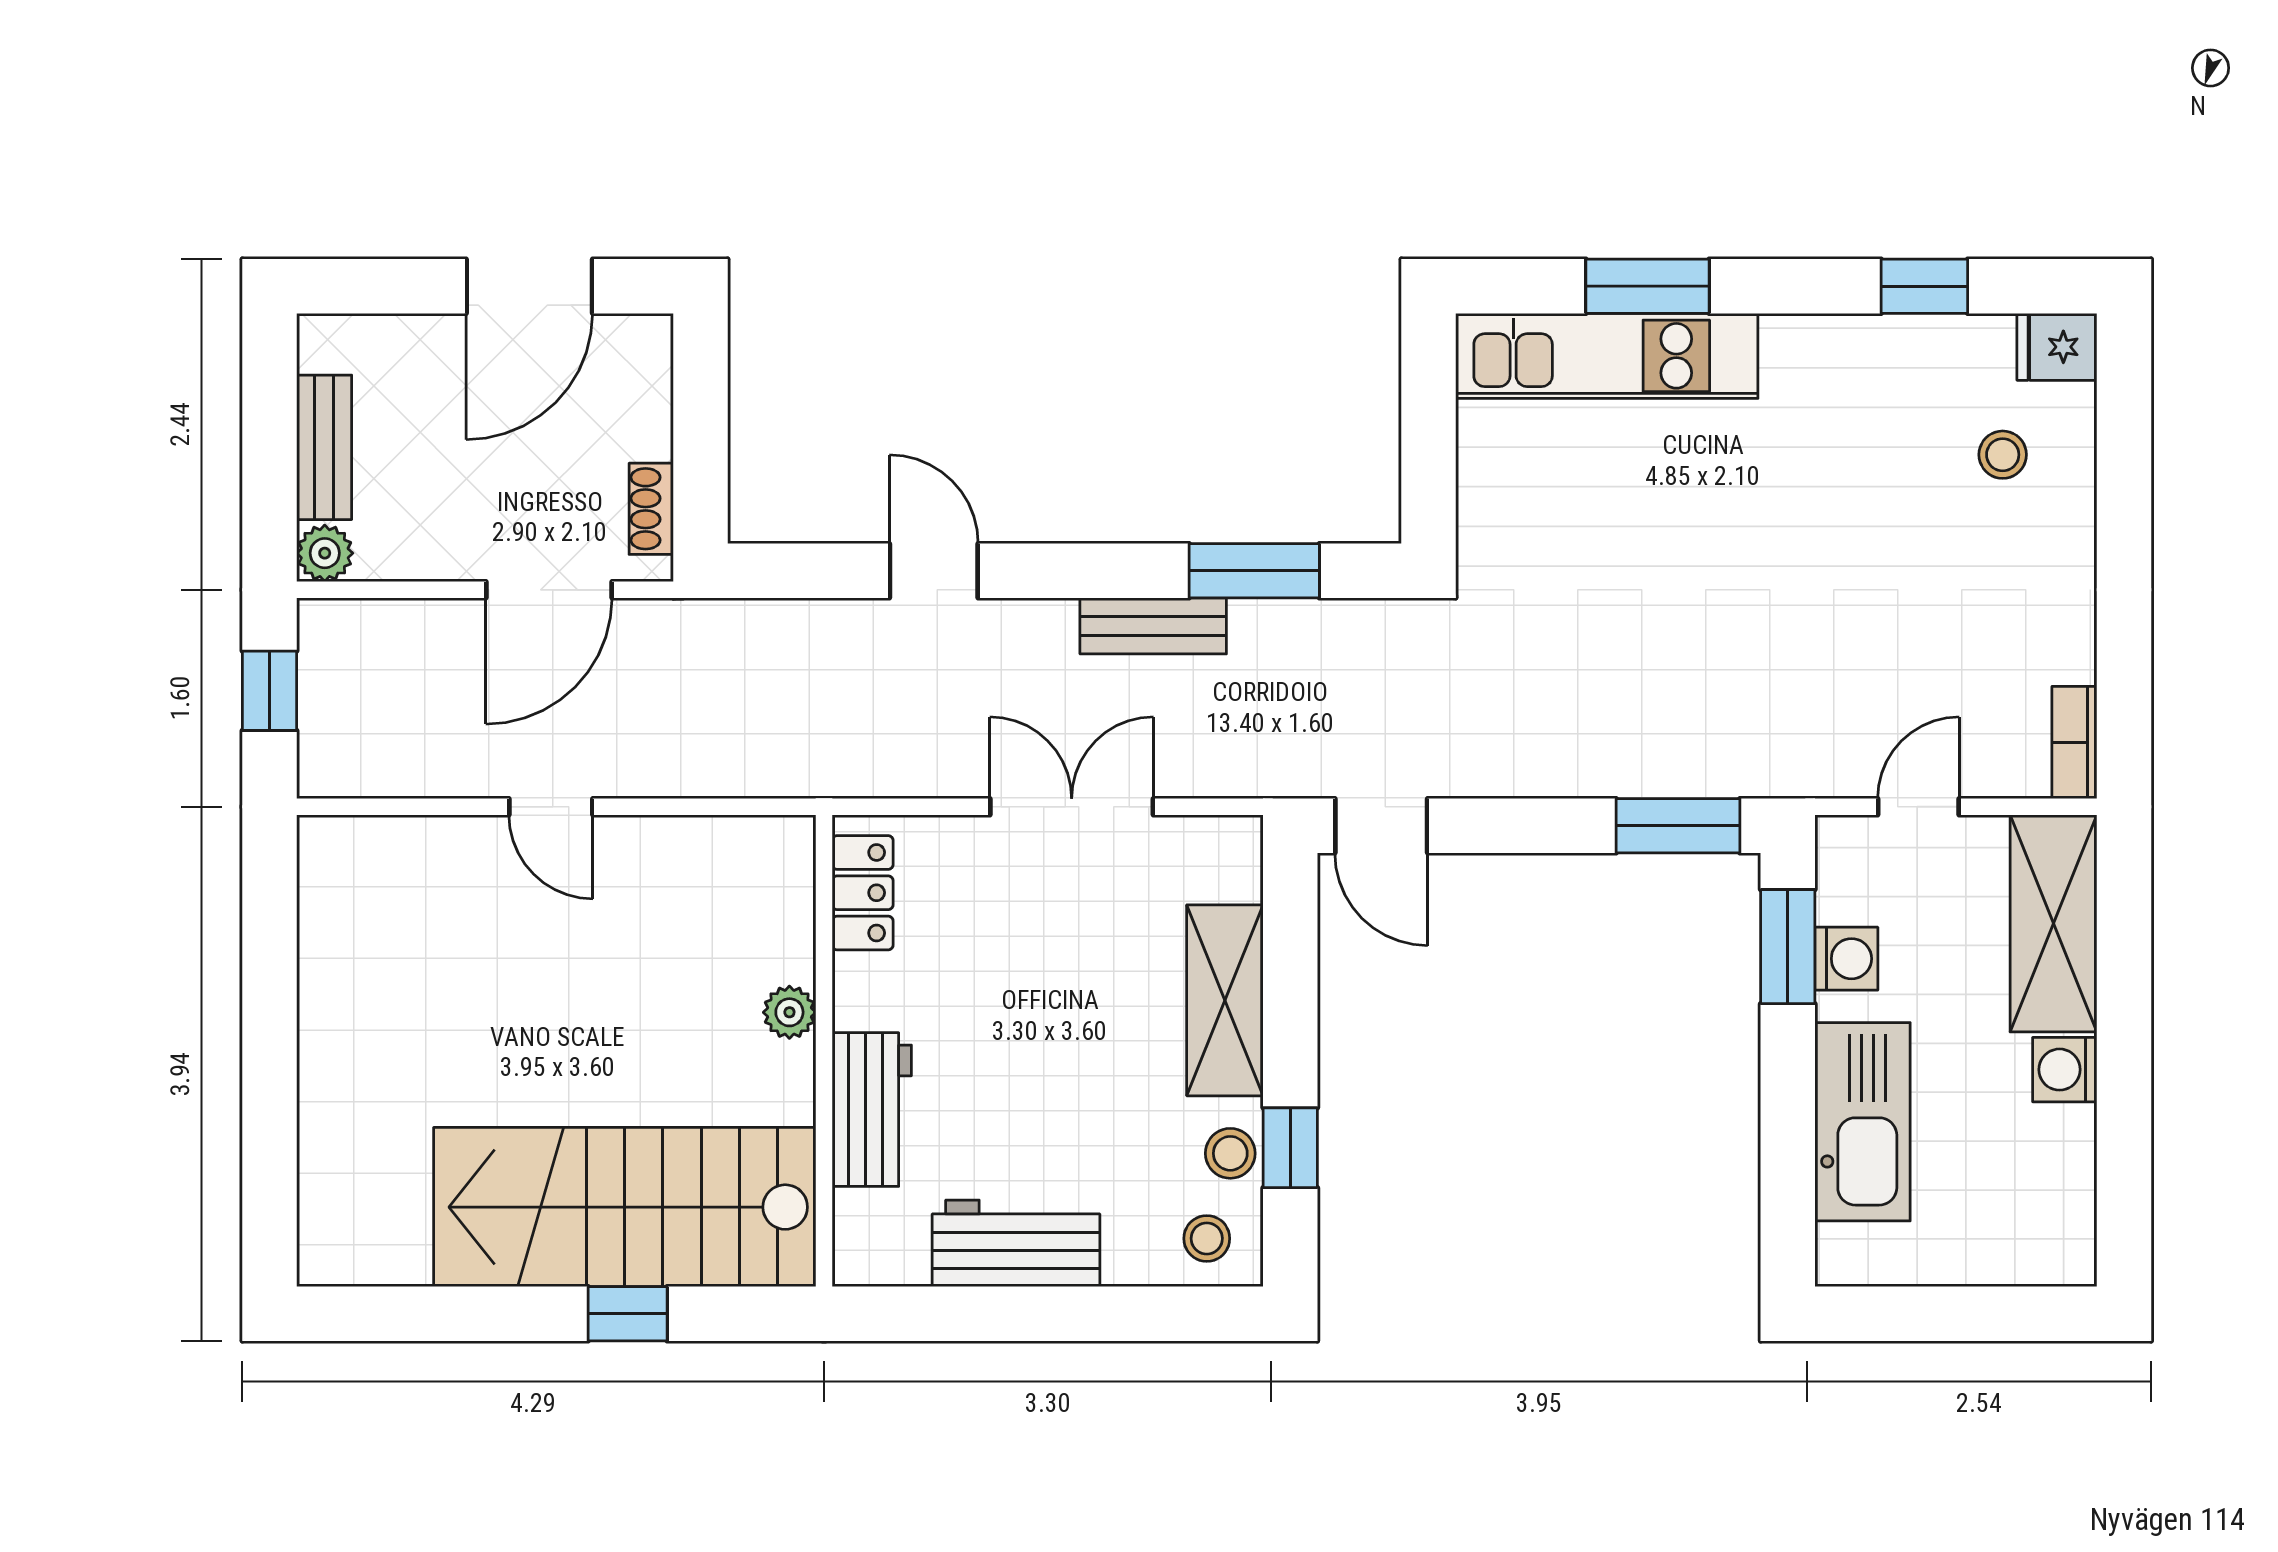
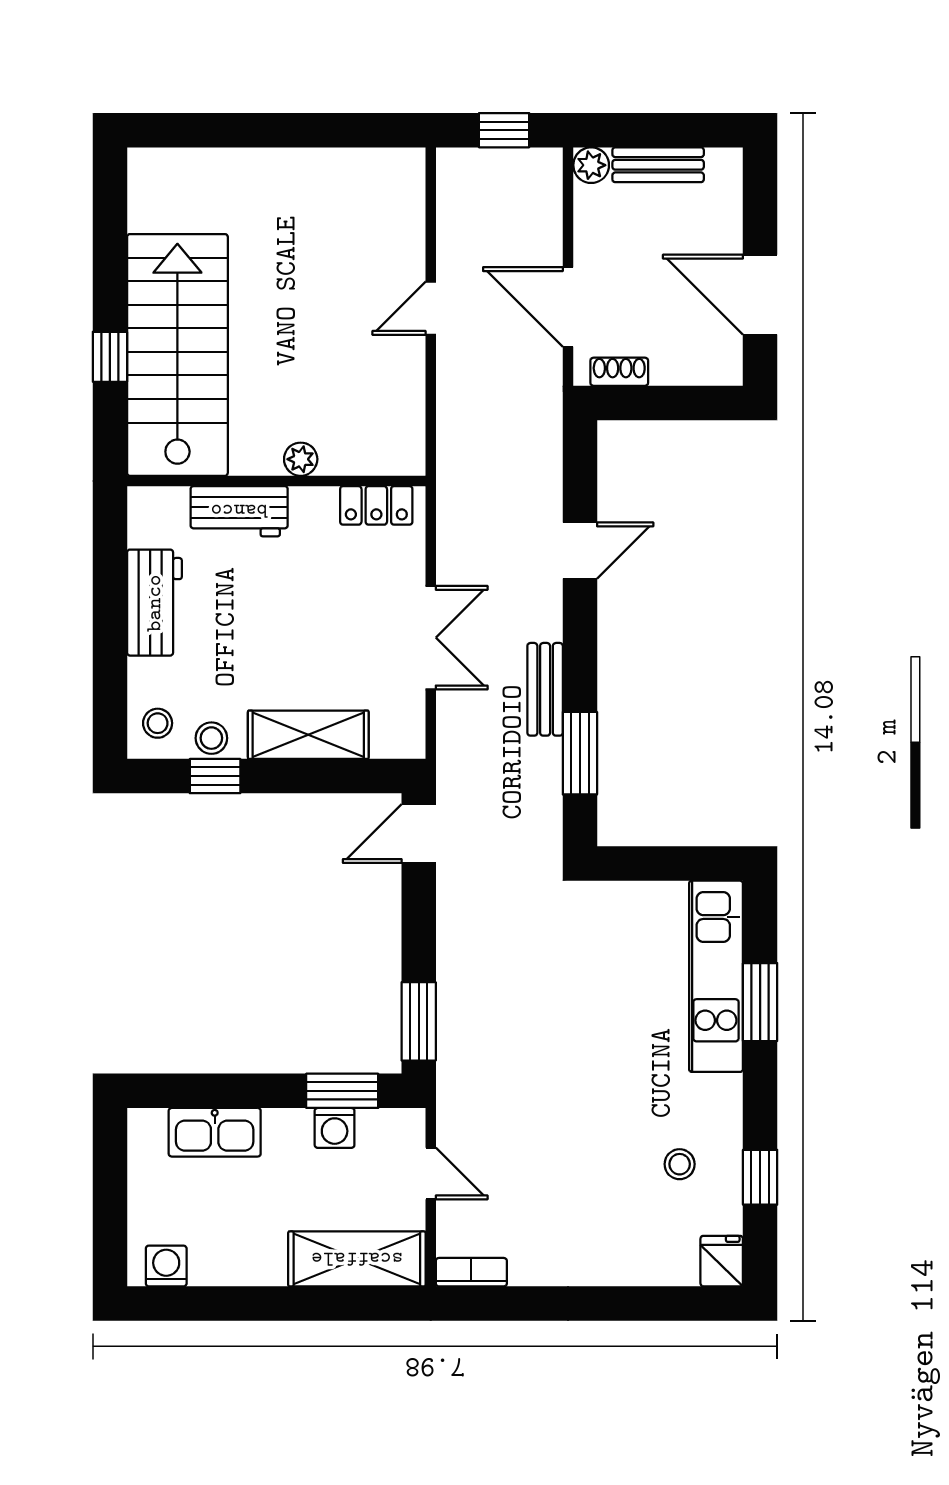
stool: (2003, 455) -> (680, 1164), moved
washing machine: (2065, 1070) -> (166, 1266), moved
kitchen sink: (1863, 1122) -> (215, 1132), width x0.73, depth x0.81

